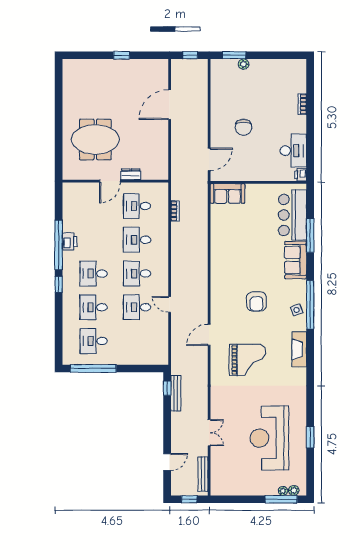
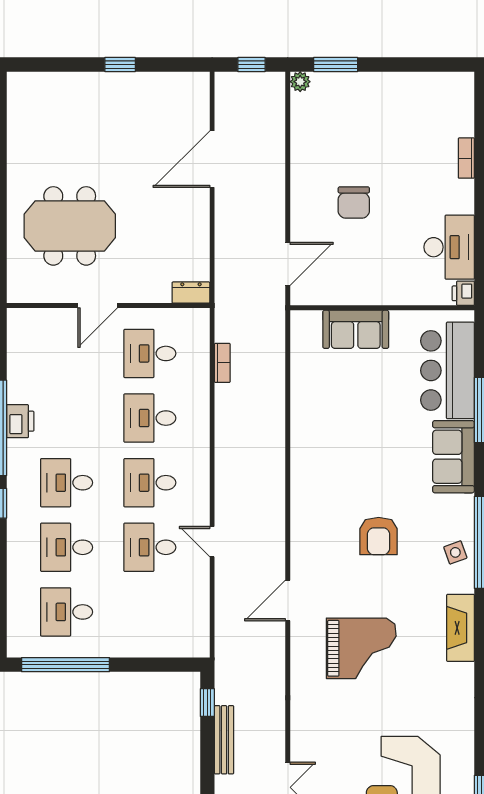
plant: (244, 64) -> (300, 82), moved
dresser: (131, 174) -> (191, 293), moved
sofa: (228, 193) -> (356, 329), moved
bench: (176, 393) -> (224, 740), moved

